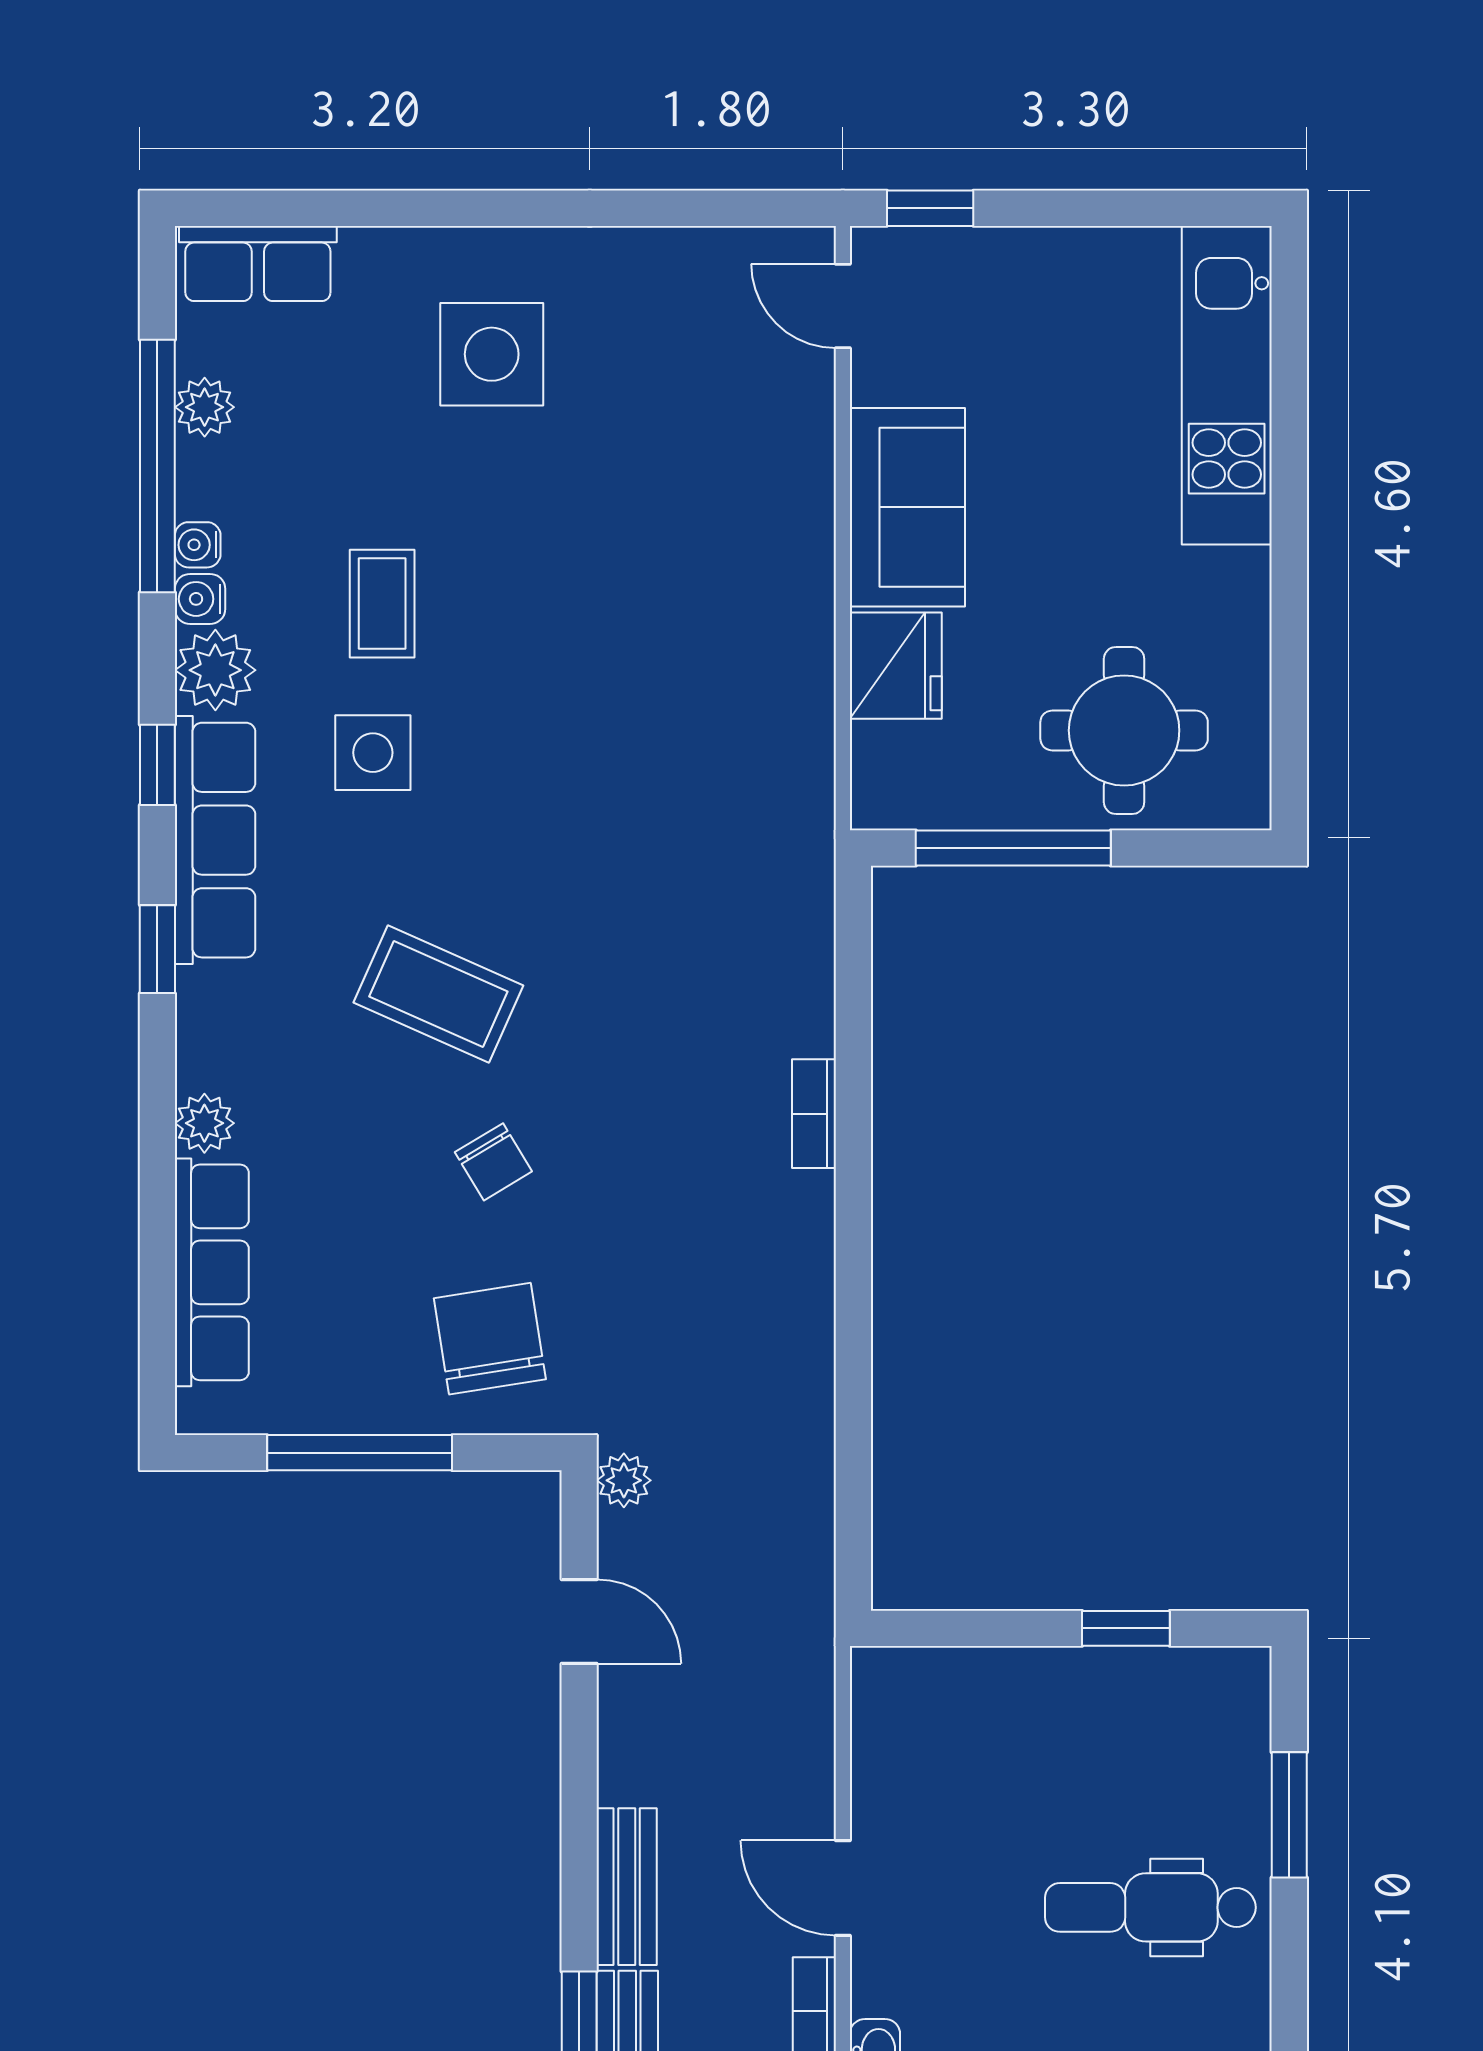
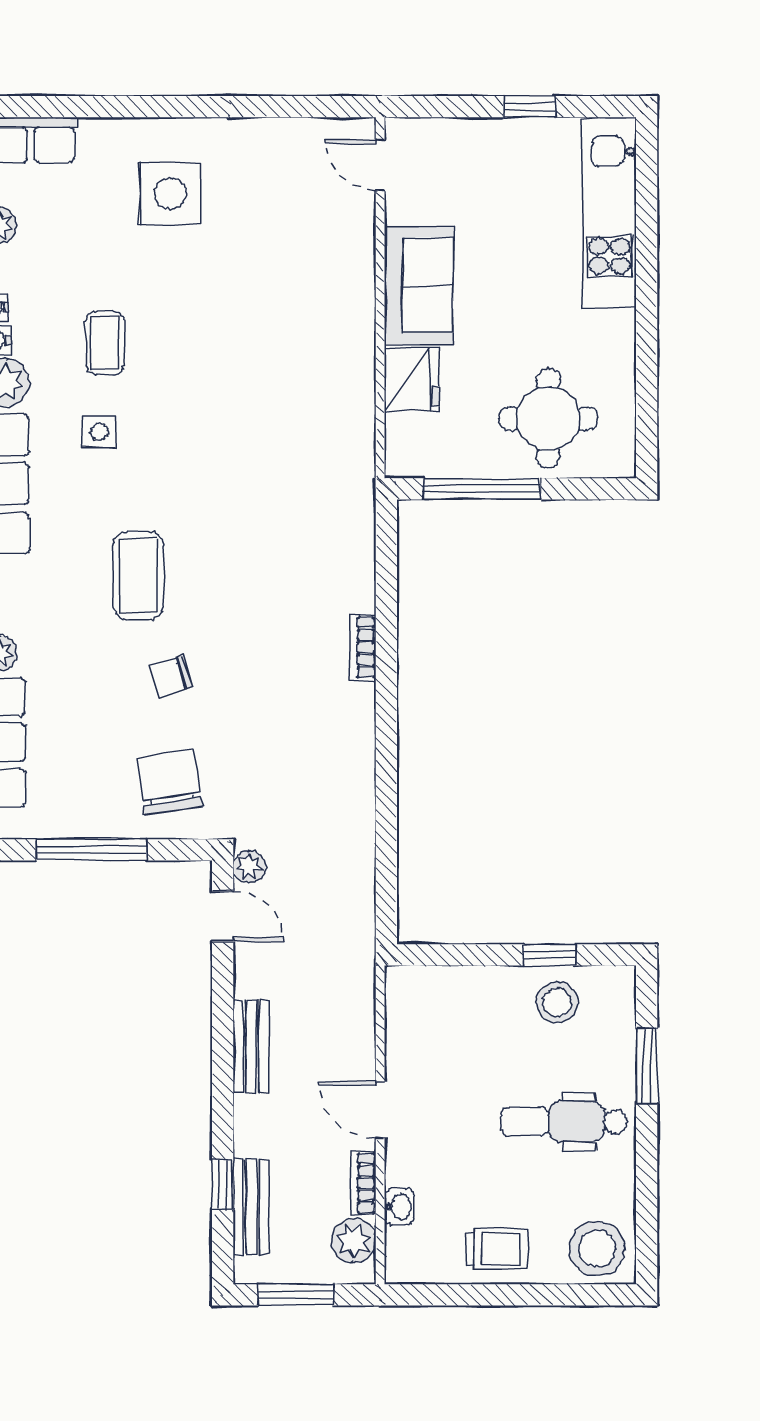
window: (930, 208) -> (529, 107), moved
side table: (373, 753) -> (99, 432), width x0.73, depth x0.73
coffee table: (438, 994) -> (139, 576), turned 66
chair: (493, 1162) -> (171, 676), turned 105
door: (579, 1621) -> (223, 916), moved
stool: (1139, 1708) -> (557, 1002), added
bench: (627, 1887) -> (251, 1047), moved

